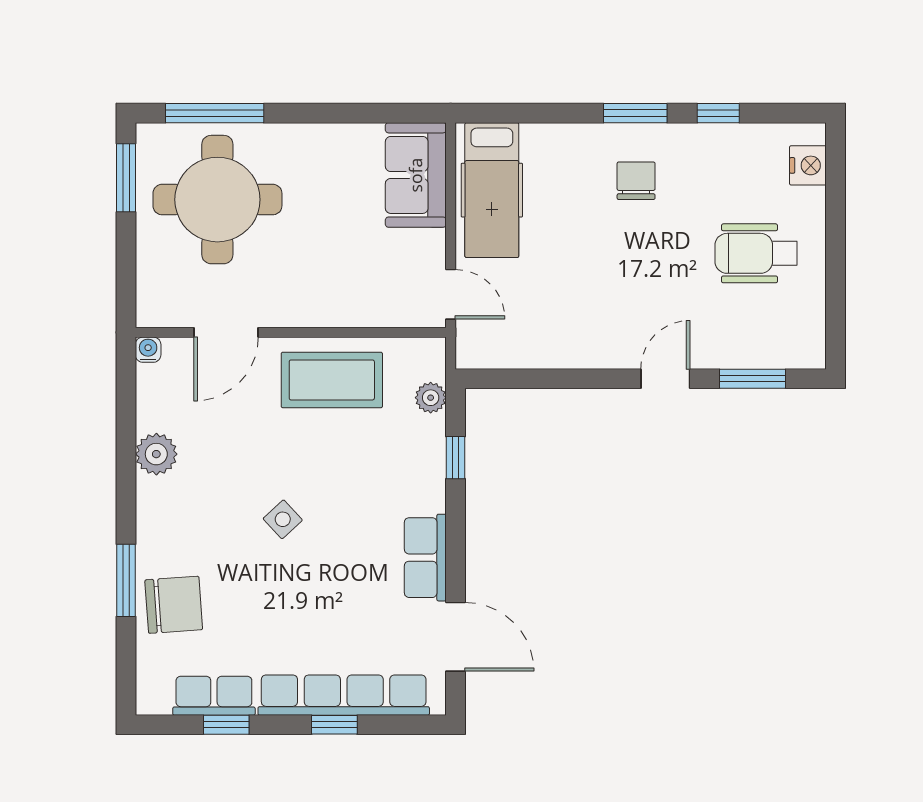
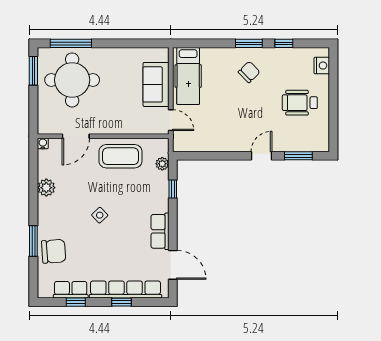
sofa: (416, 175) -> (156, 84), moved
chair: (636, 181) -> (249, 72), turned 46

